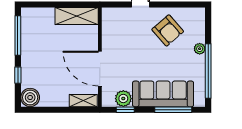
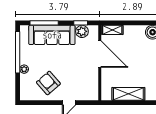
shelving: (77, 16) -> (128, 94), moved

